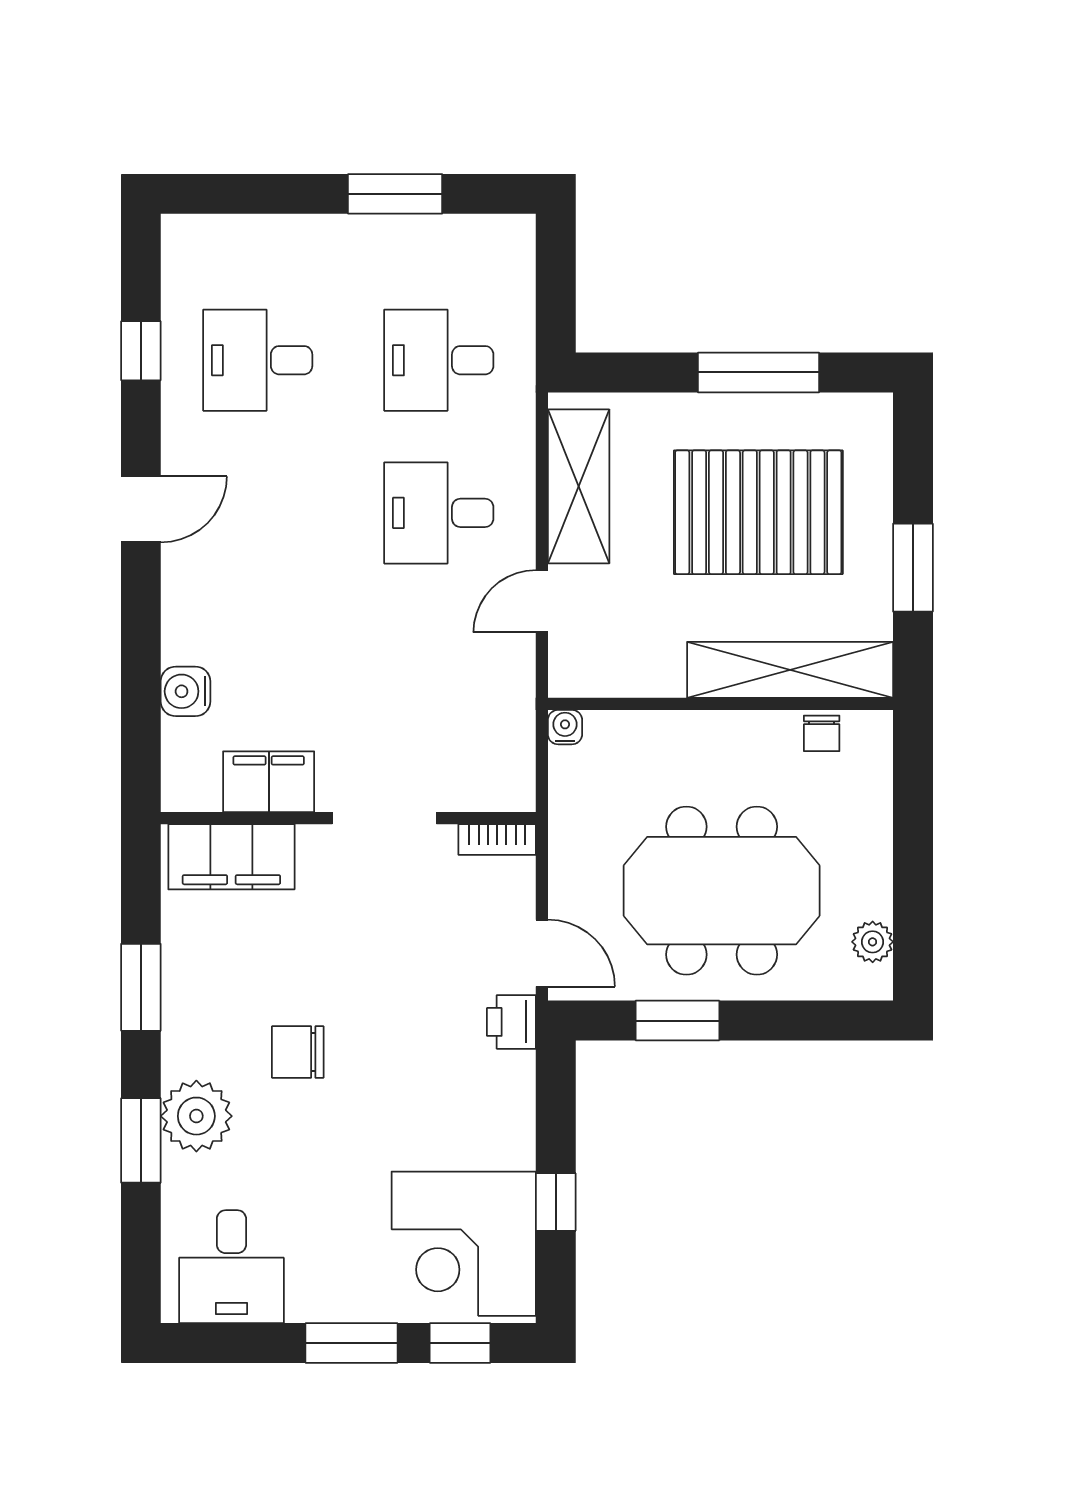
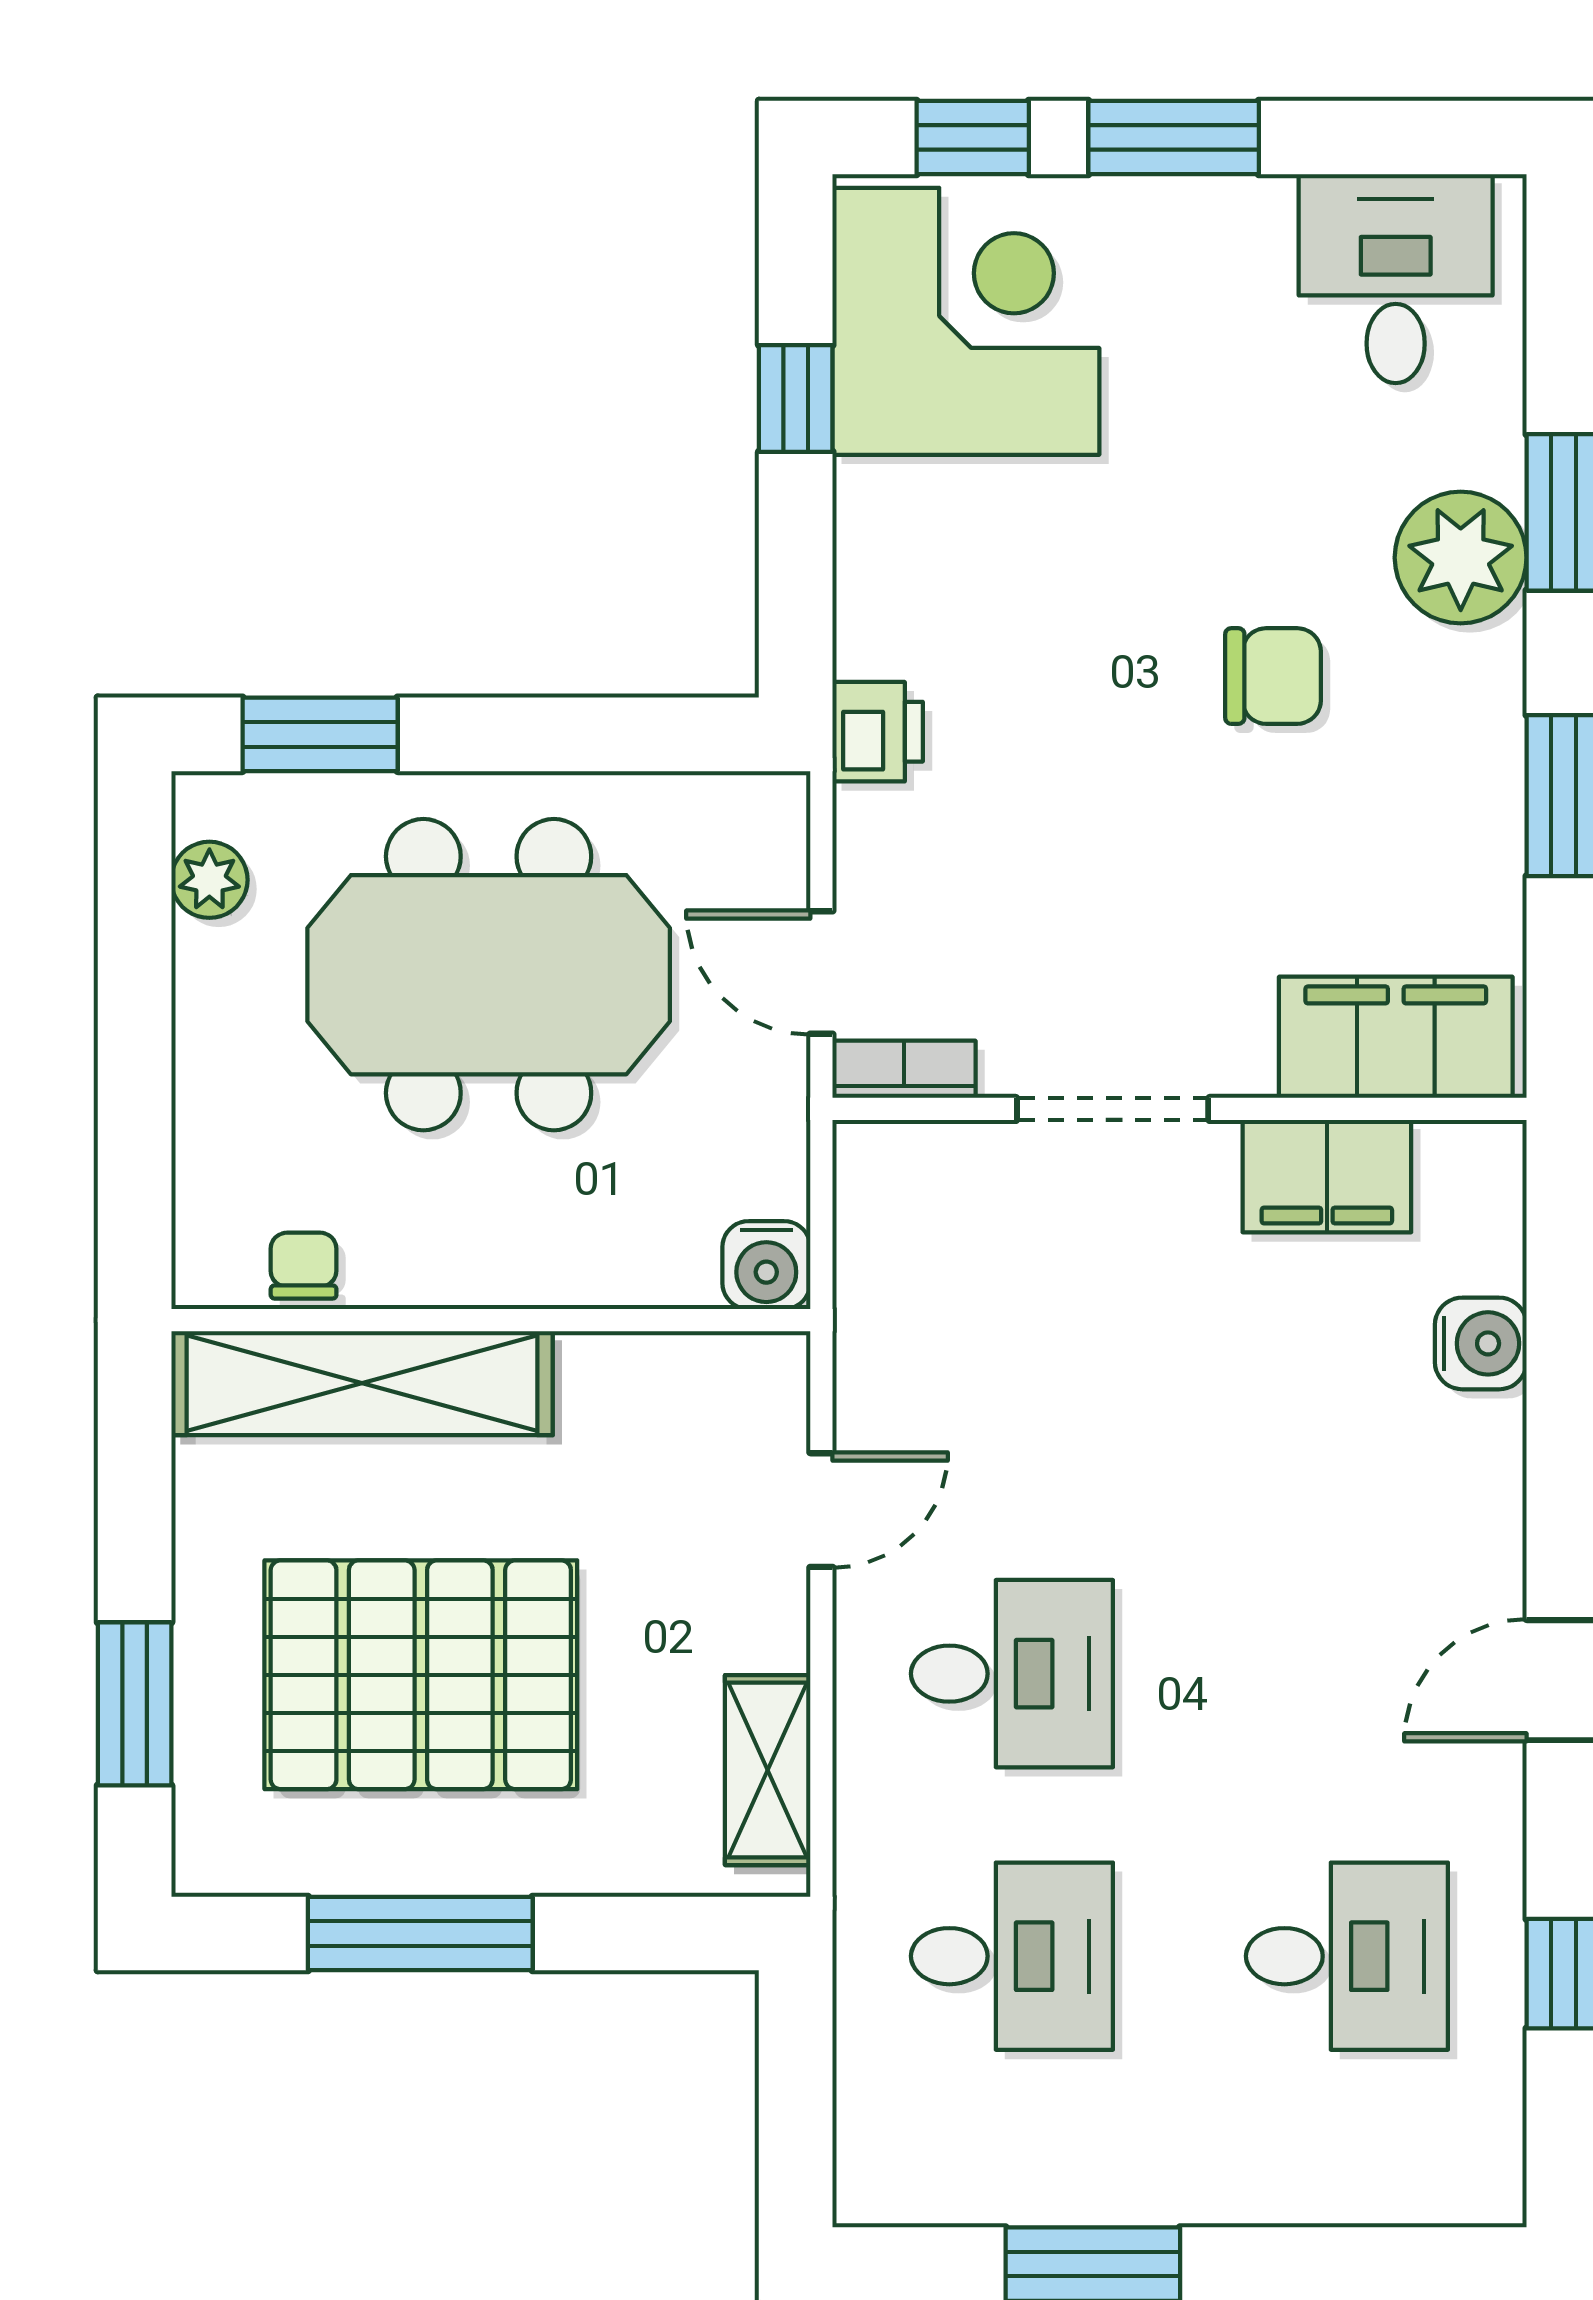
shelving: (579, 486) -> (768, 1770), width x0.67, depth x0.75
window: (913, 568) -> (135, 1704), moved
water cooler: (565, 727) -> (766, 1265), width x1.38, depth x1.38
door: (542, 953) -> (821, 972), moved
window: (677, 1021) -> (320, 734), moved

